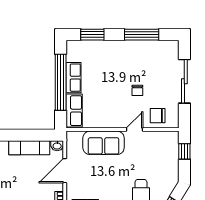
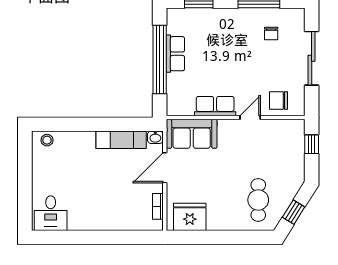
chair: (137, 90) -> (271, 34), moved
row of seats: (74, 111) -> (215, 106), moved, turned -90
sofa: (104, 143) -> (192, 134), moved

